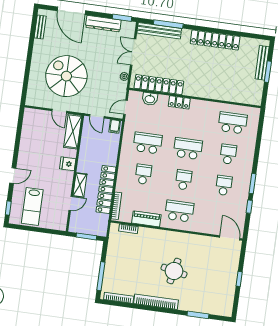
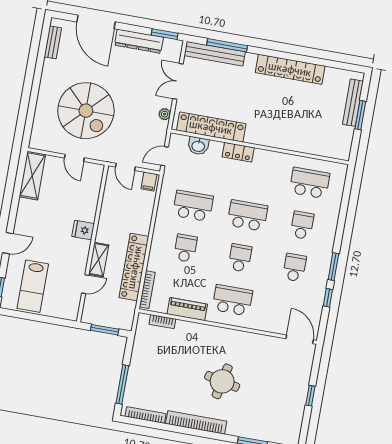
spiral stairs: (66, 76) -> (86, 111), turned 180
shelving: (73, 131) -> (32, 176), moved

